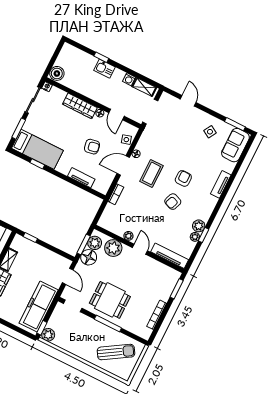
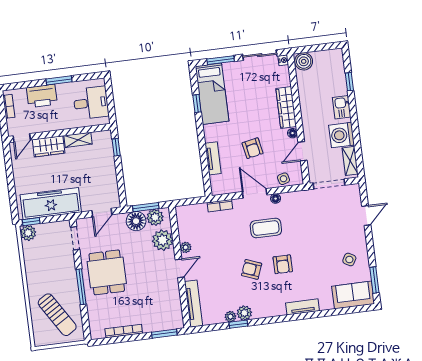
window: (101, 57) -> (349, 82), moved
washing machine: (129, 79) -> (342, 135), width x1.89, depth x1.89
armchair: (183, 178) -> (283, 264), turned 90

